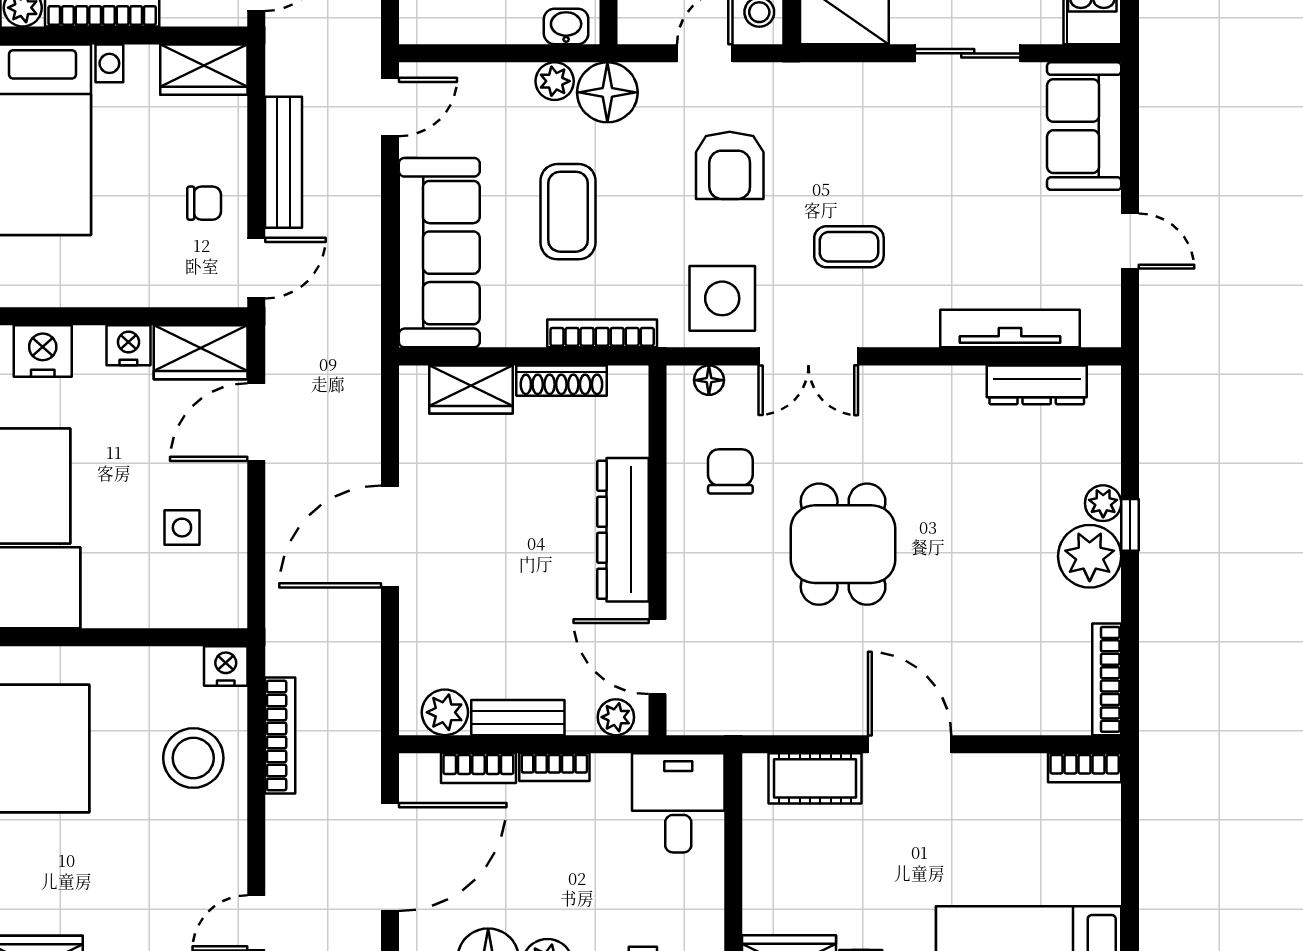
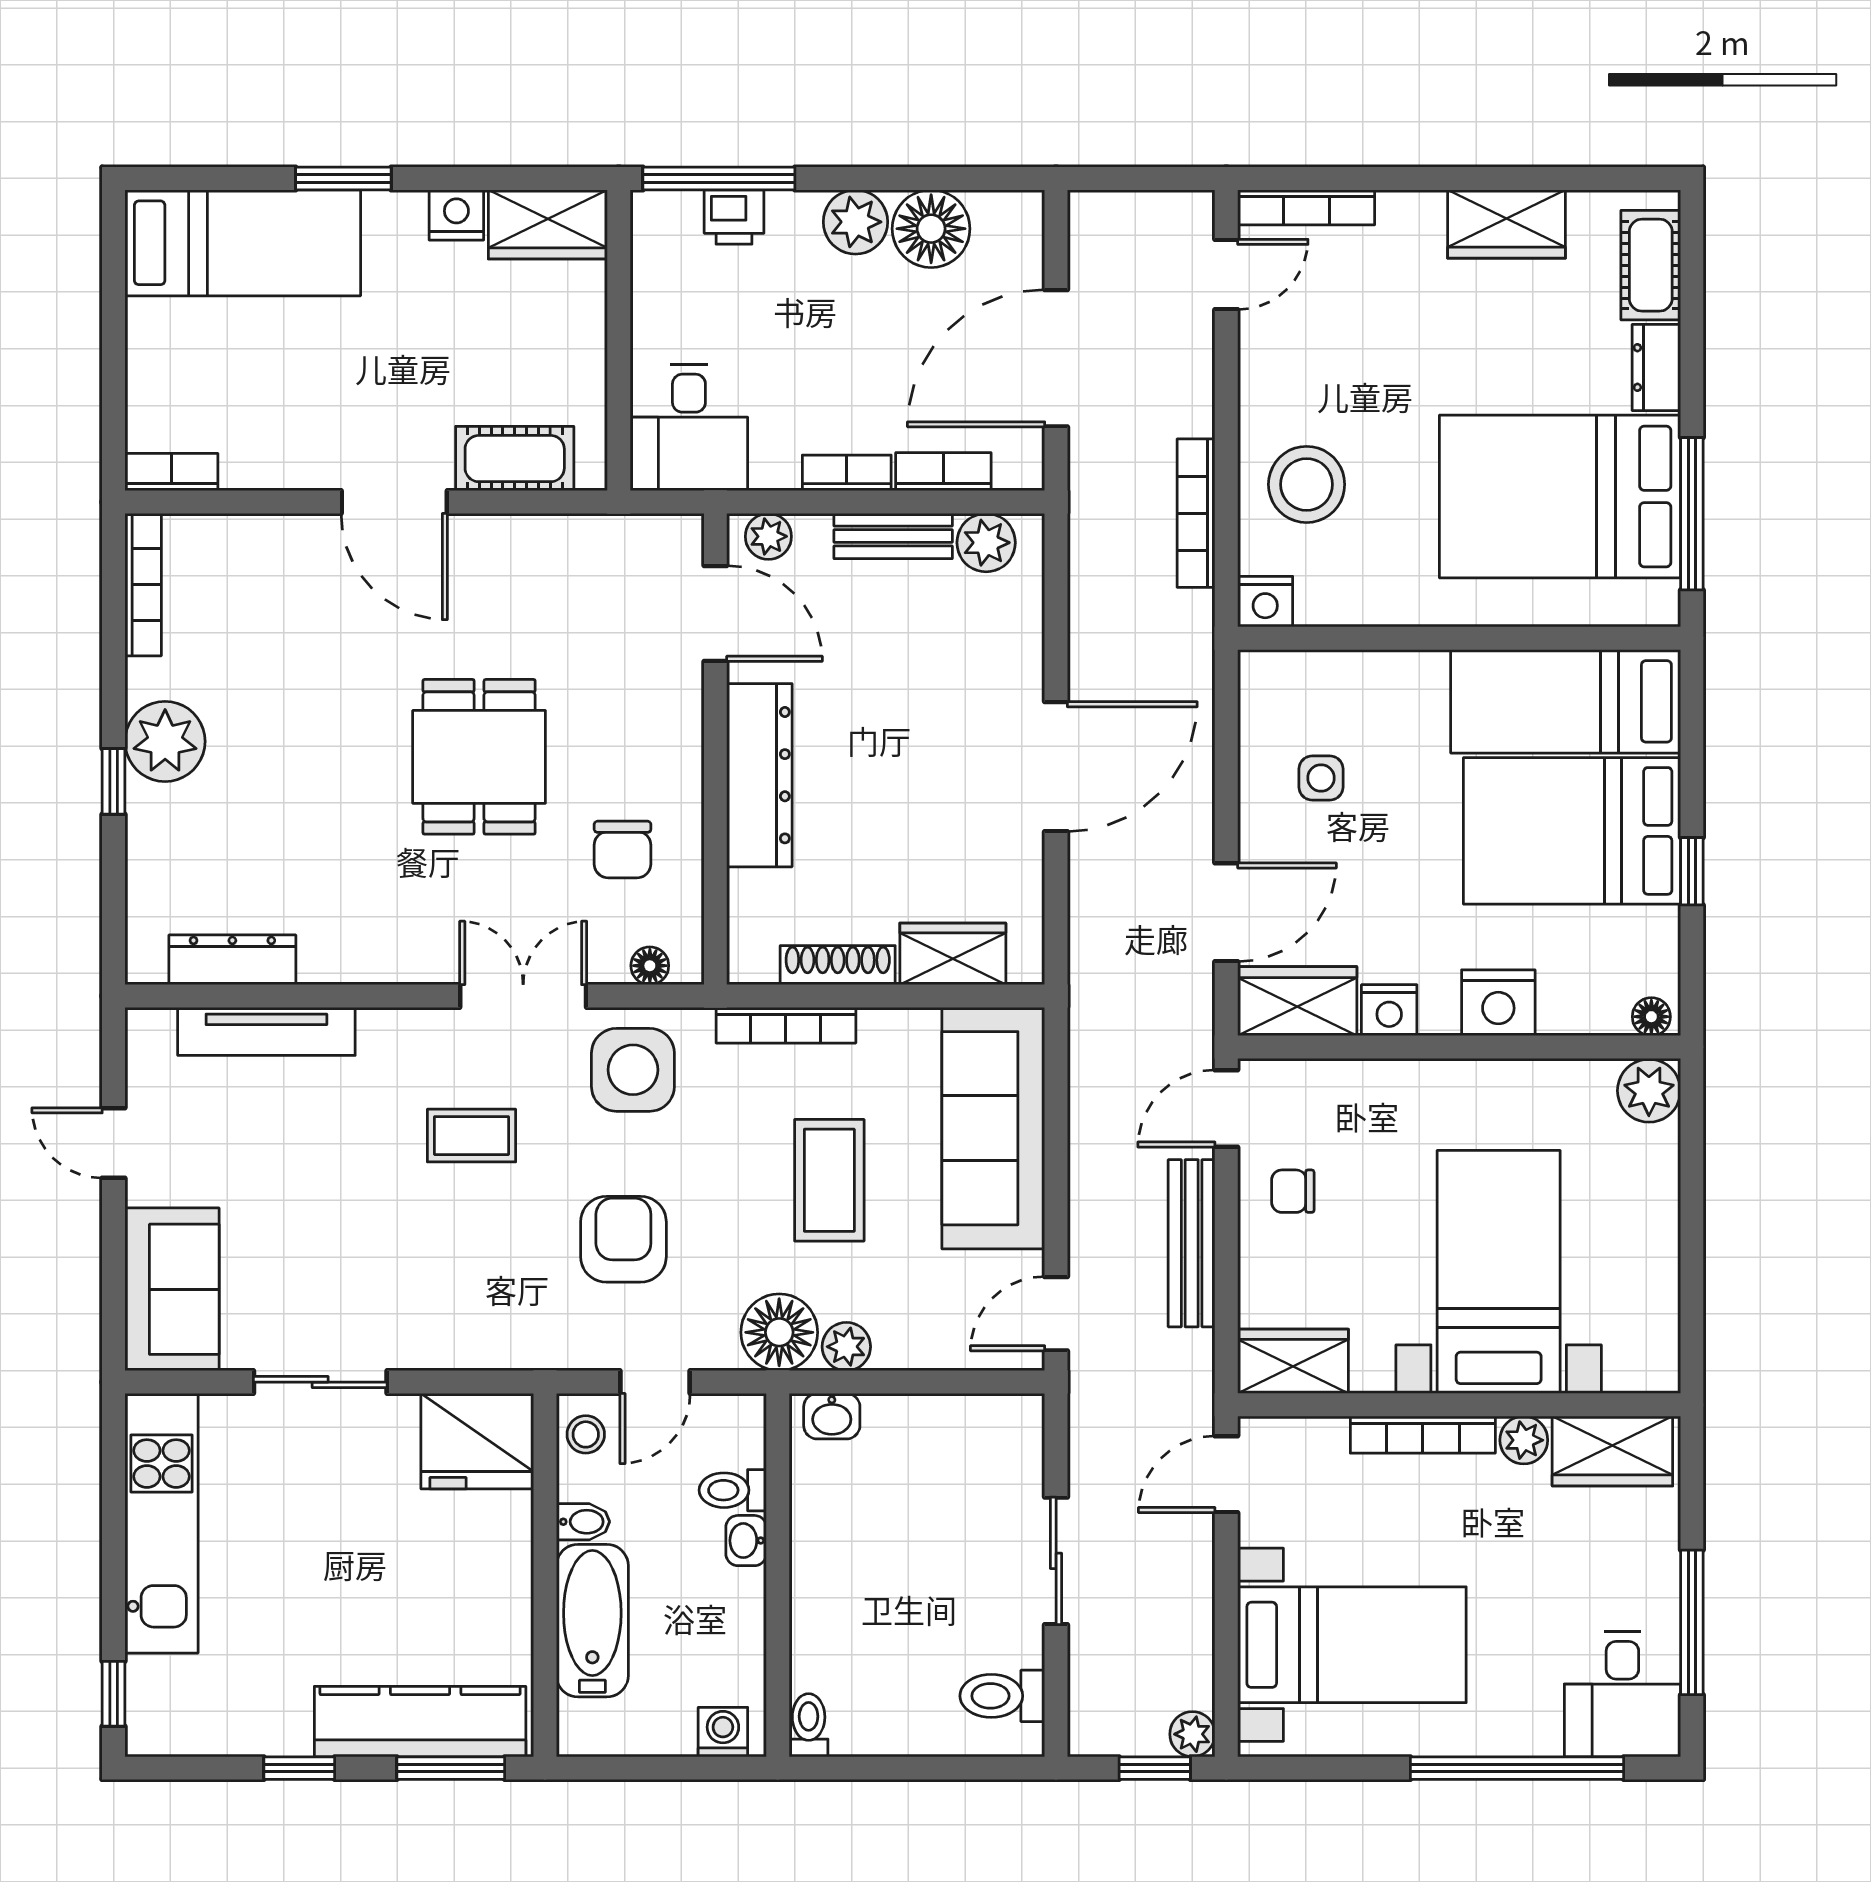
plant: (1103, 503) -> (148, 809), removed

